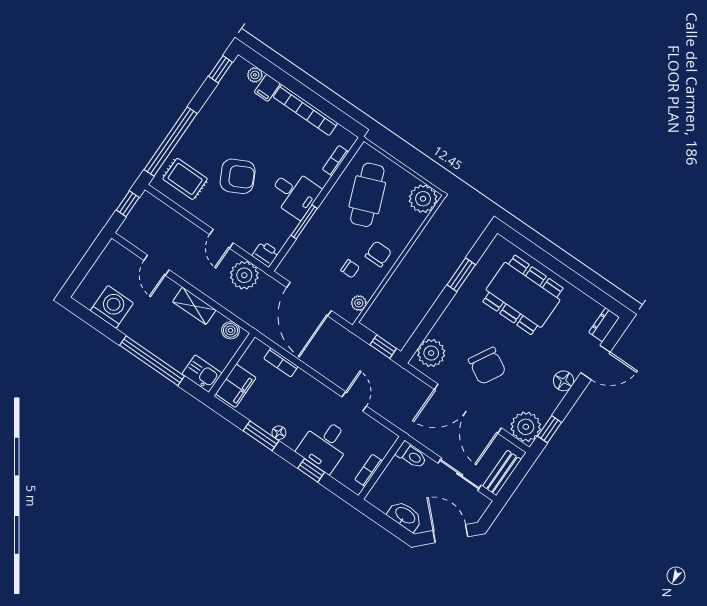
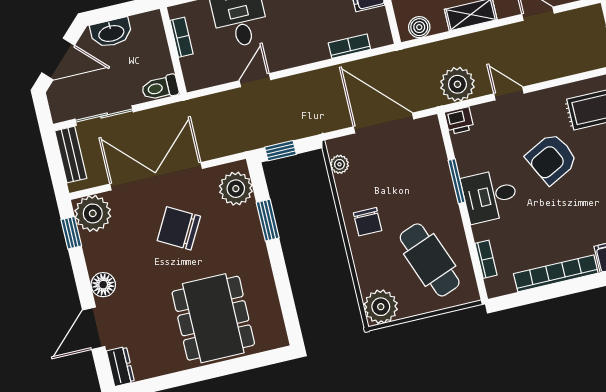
chair: (350, 269) -> (377, 184), removed
window: (461, 275) -> (268, 220), moved
dining table: (523, 295) -> (213, 318), turned 90
door: (354, 402) -> (255, 80), swing flipped

